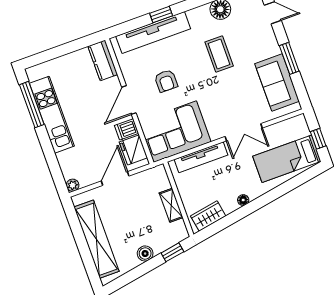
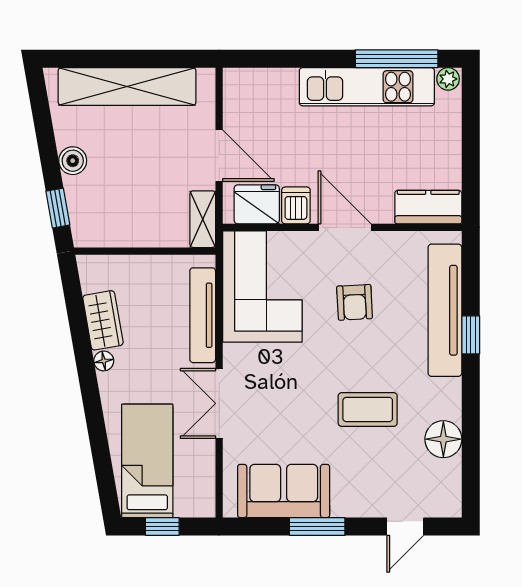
armchair: (166, 81) -> (355, 302), turned -93
plant: (73, 185) -> (448, 79), moved
shelving: (171, 205) -> (203, 219), moved, turned 90
wardrobe: (208, 216) -> (103, 320), moved

